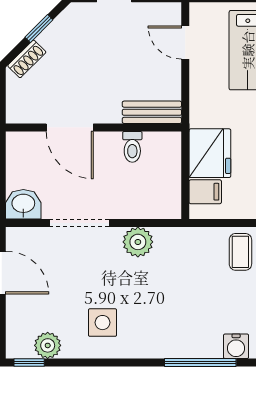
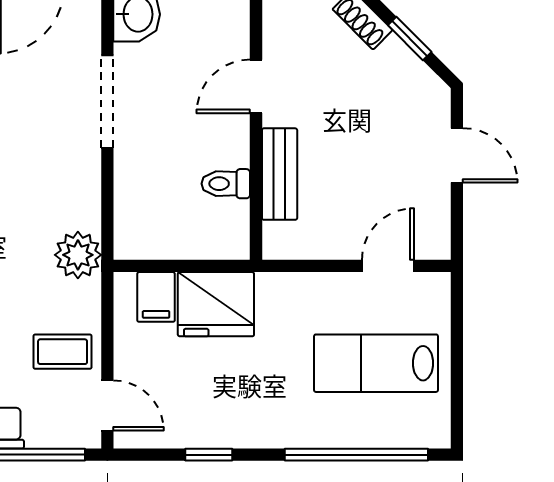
bench: (152, 112) -> (280, 174), moved
door: (70, 127) -> (256, 86), width x0.73
plant: (138, 242) -> (78, 255), moved

